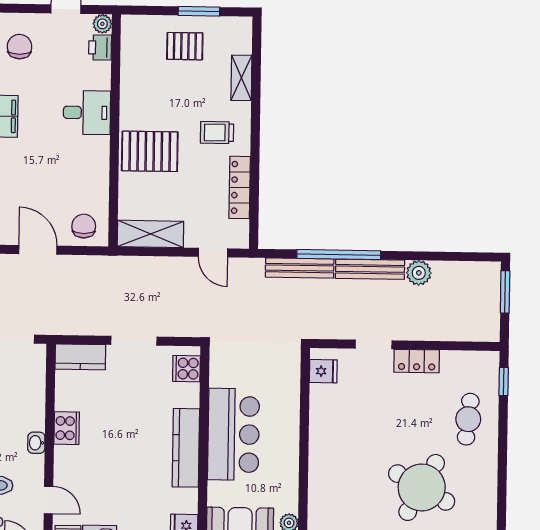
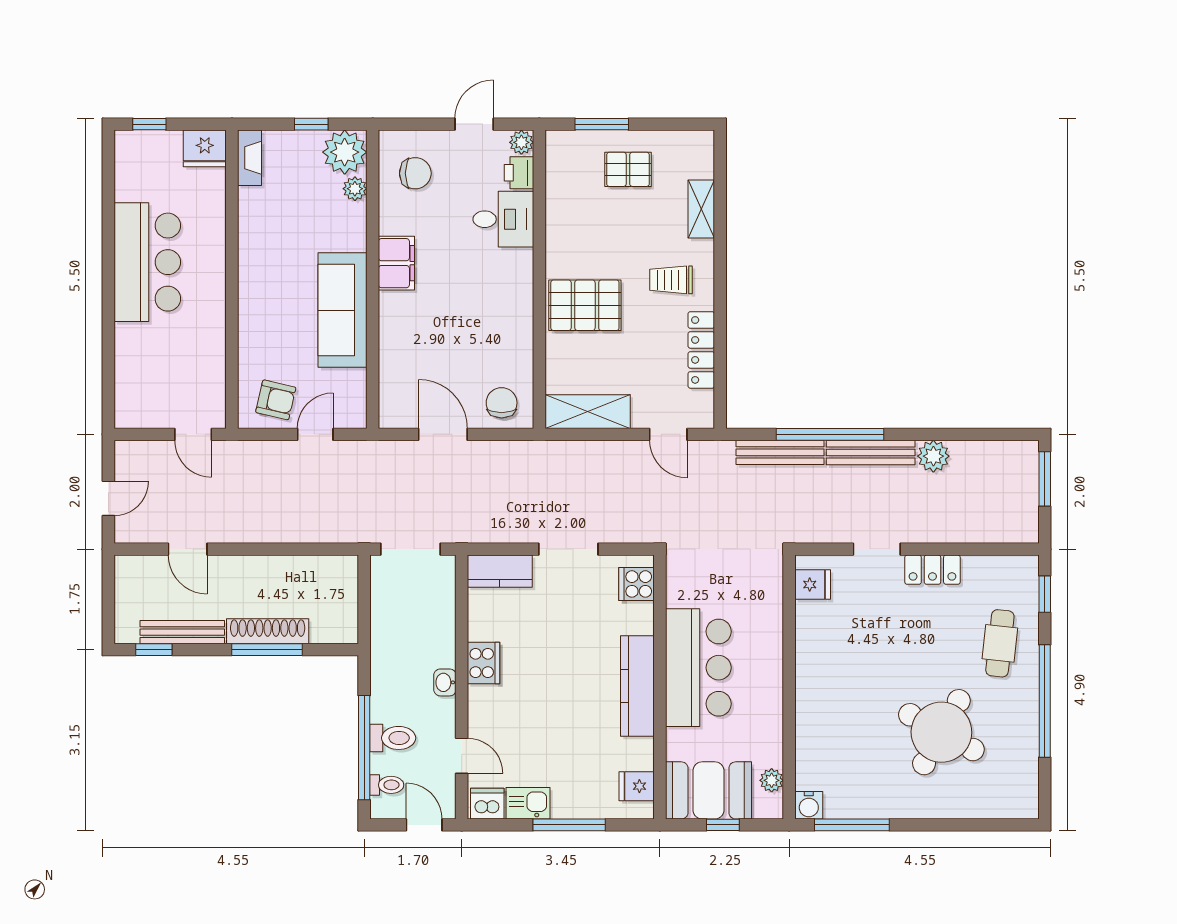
window: (199, 11) -> (602, 124), moved
chair: (19, 47) -> (415, 173), turned 90
desk: (87, 113) -> (503, 219), moved
window: (502, 464) -> (1045, 701), added

